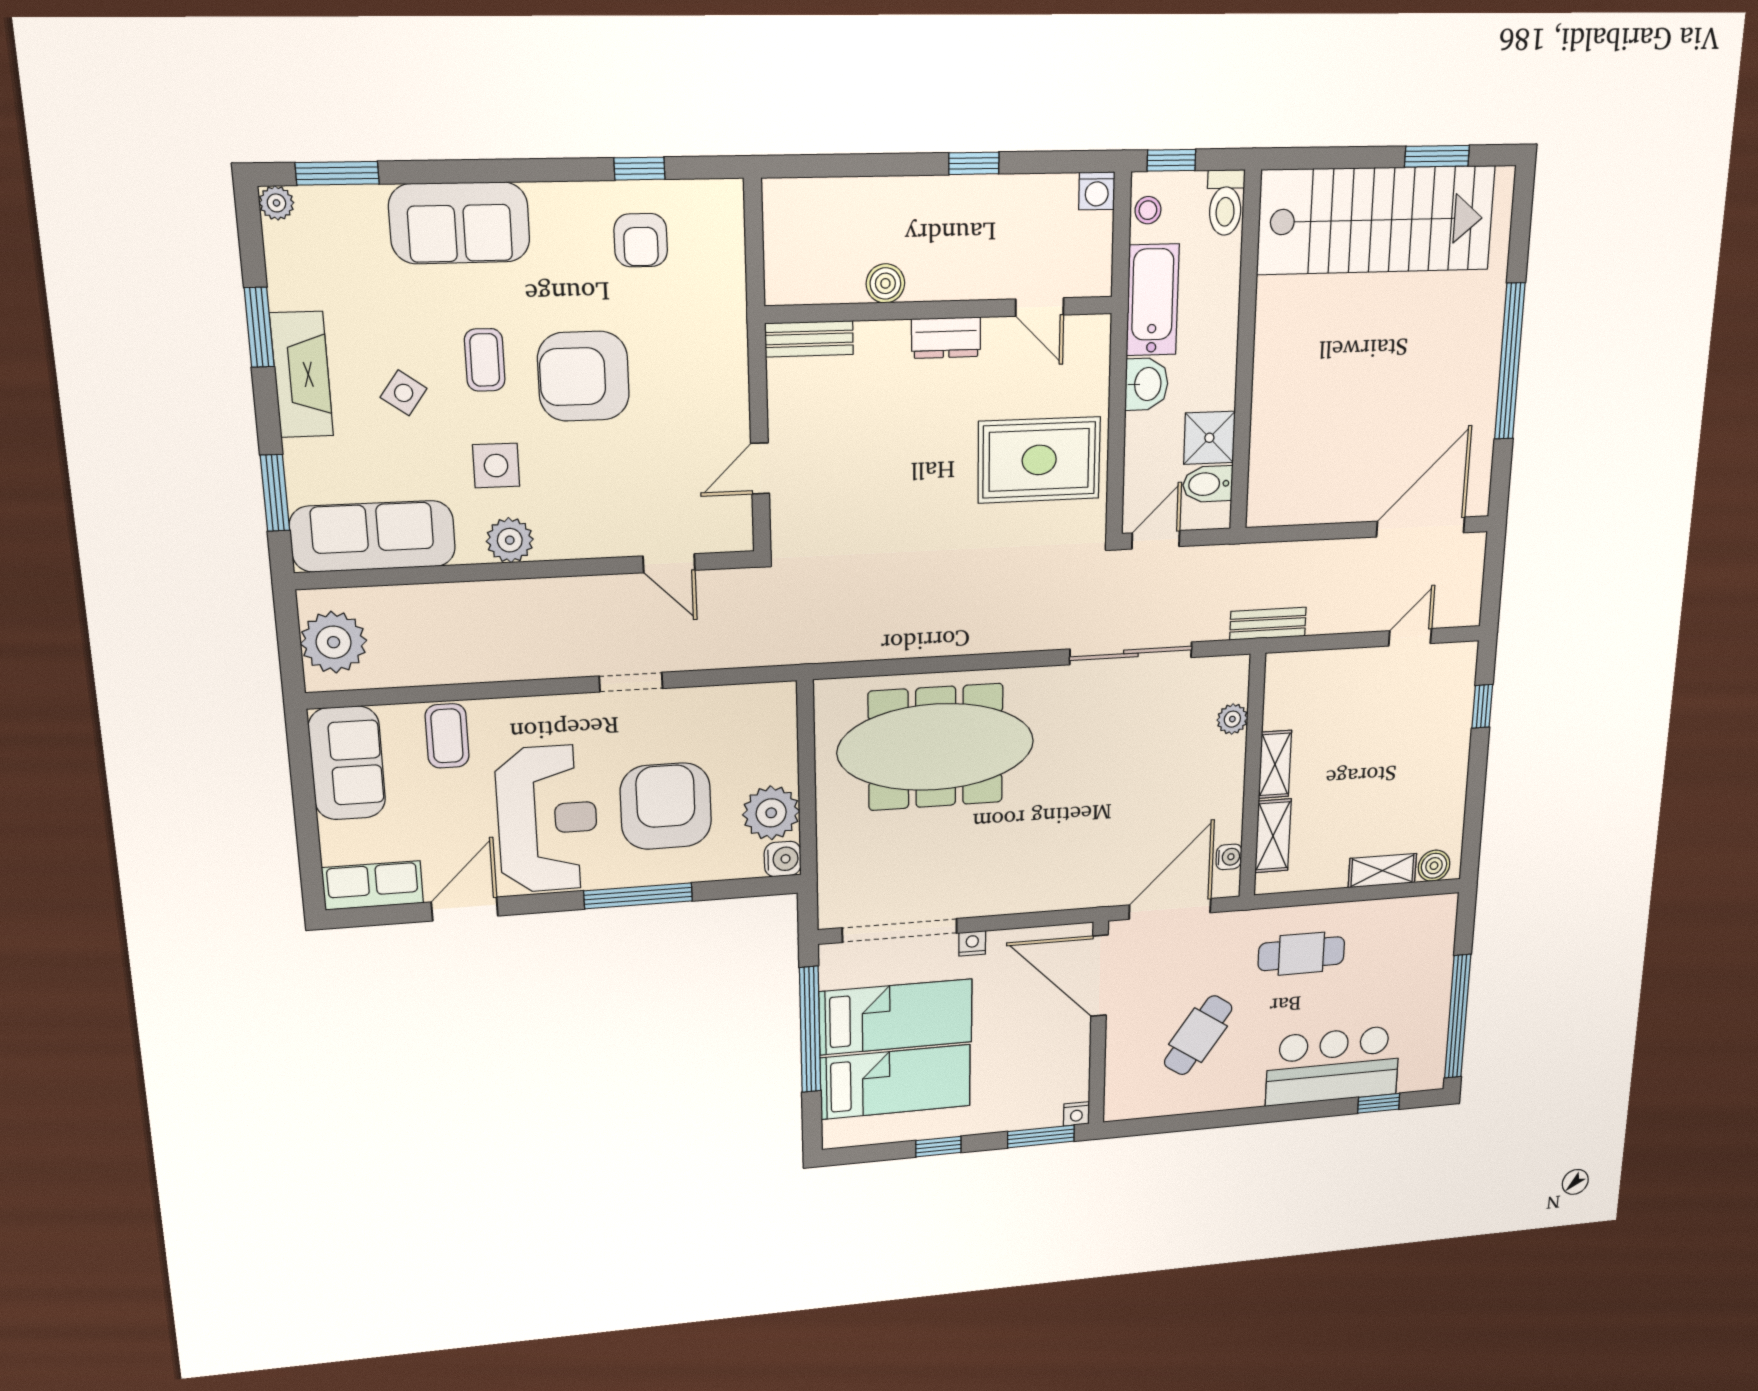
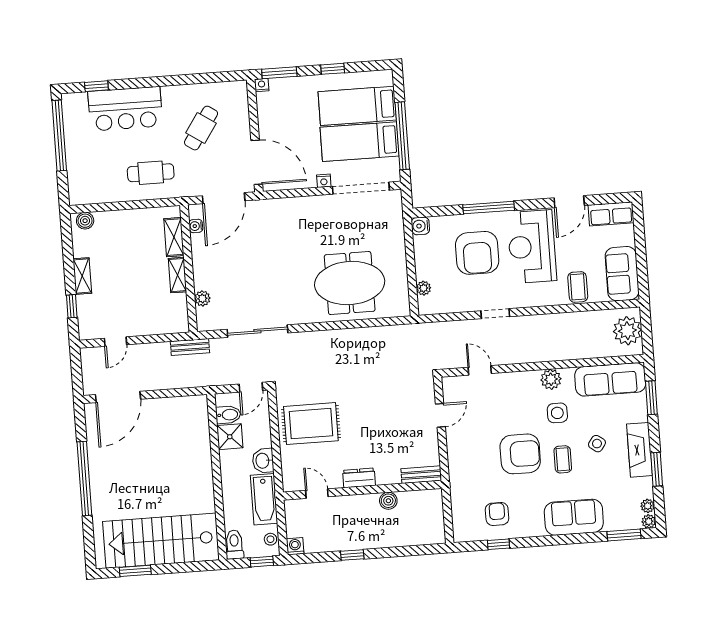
plant: (280, 241) -> (648, 506), added
meeting table: (936, 747) -> (350, 283), width x0.73
plant: (771, 813) -> (424, 288), moved, width x0.53, depth x0.53
shelving: (1382, 871) -> (82, 276), moved, turned 90

